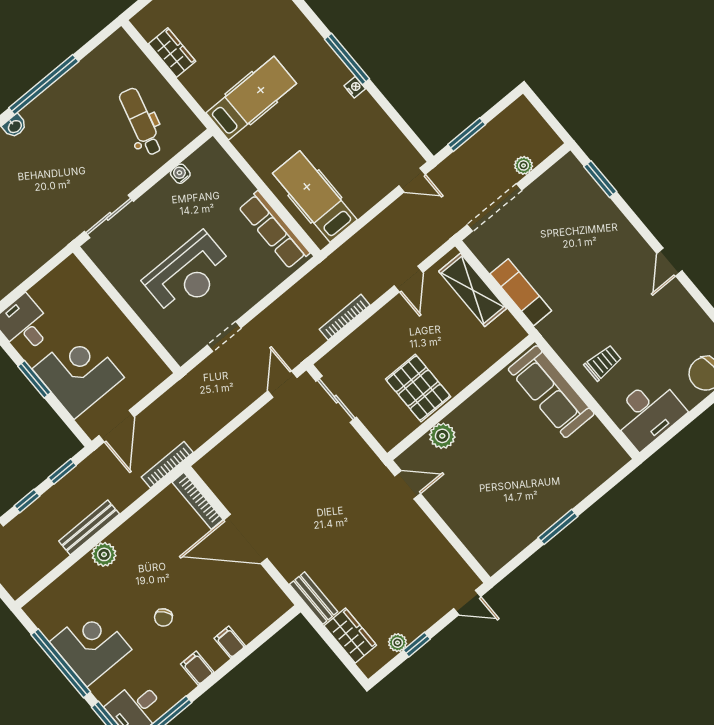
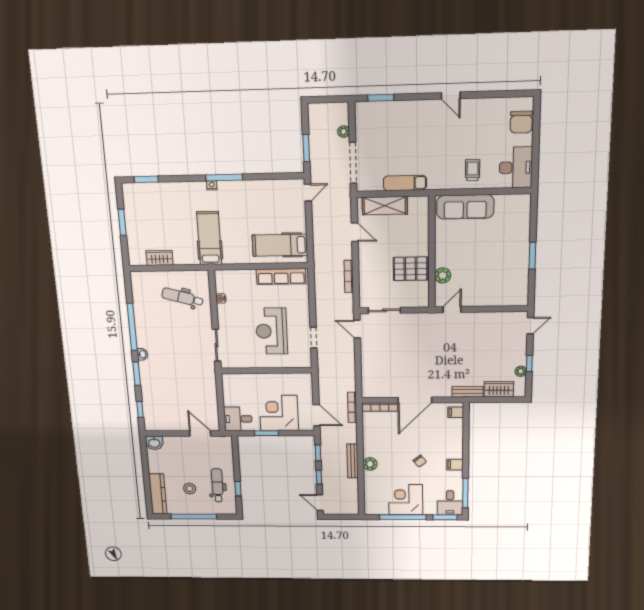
nightstand: (355, 87) -> (212, 185), moved
reception desk: (188, 274) -> (271, 331), turned 180
filing cabinet: (230, 642) -> (456, 412), moved

